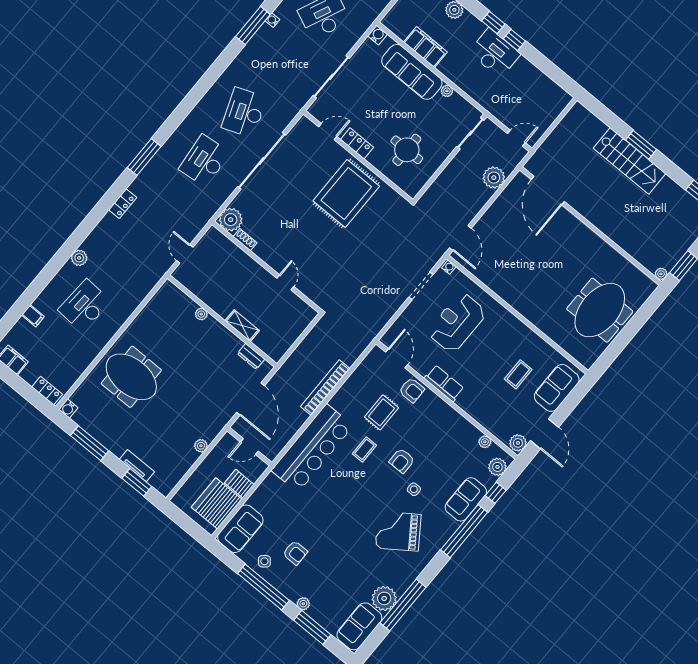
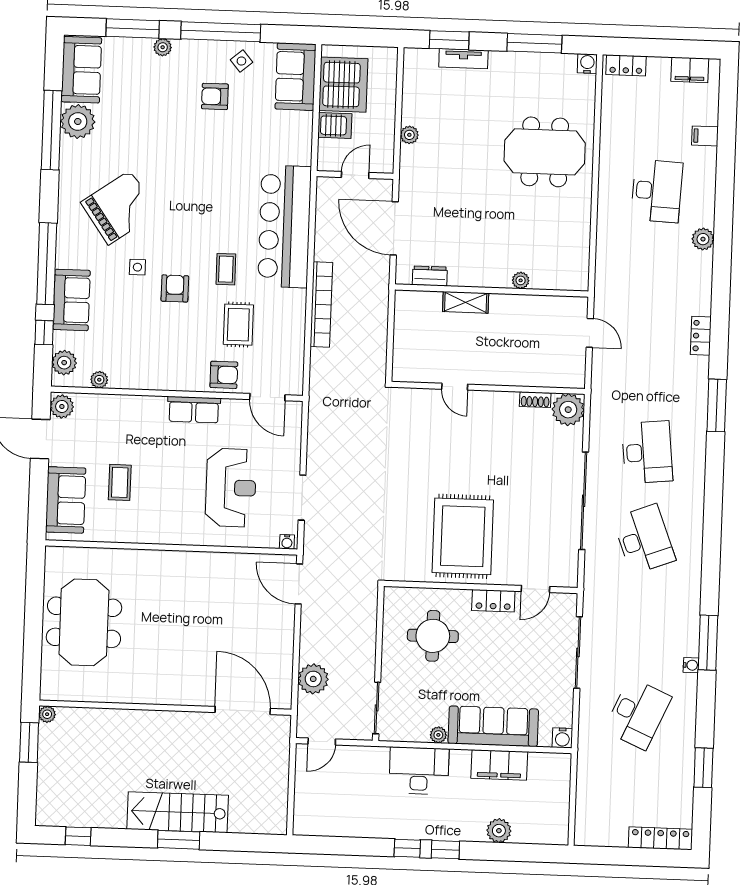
desk: (495, 53) -> (419, 771), moved, turned 180
armchair: (412, 390) -> (224, 375), turned 180

